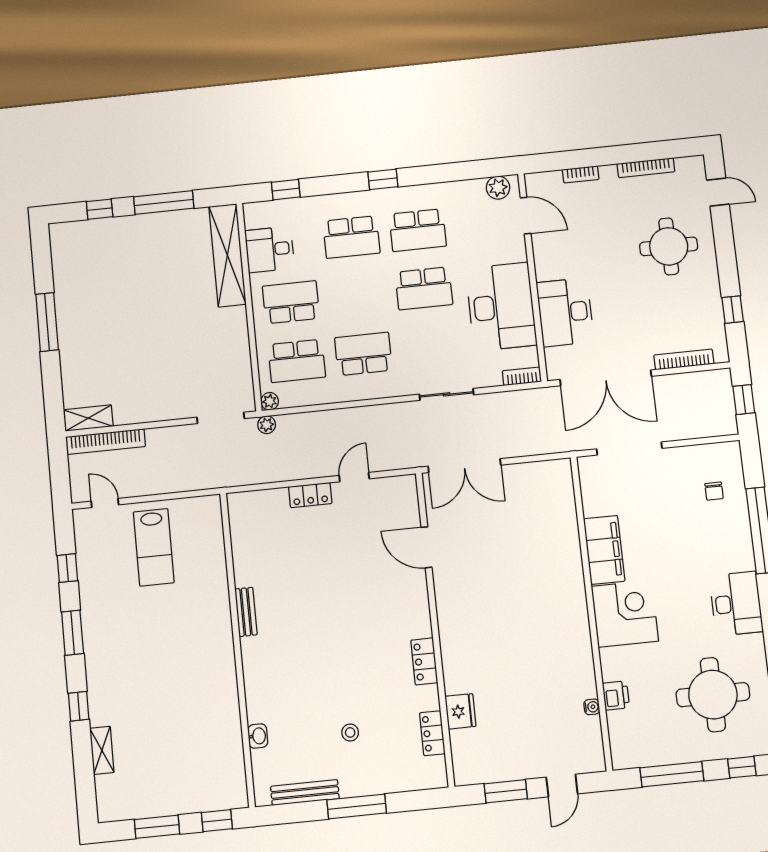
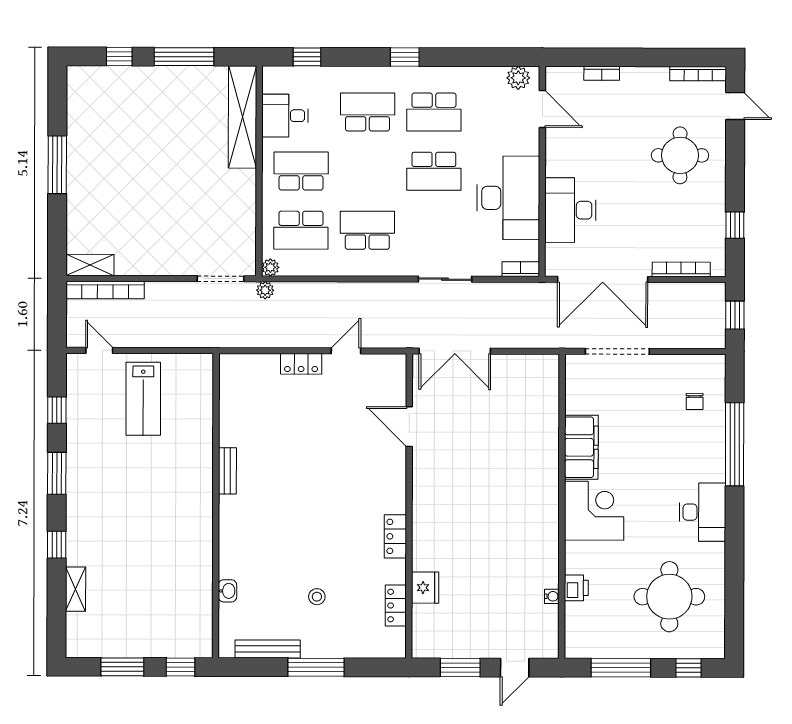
bookcase: (646, 168) -> (698, 74), moved
school desk: (351, 237) -> (368, 112), turned 180

